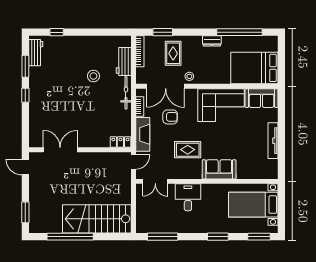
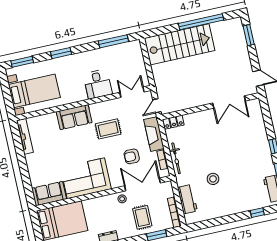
bicycle: (126, 93) -> (176, 158), moved
tv unit: (273, 141) -> (25, 136), moved

